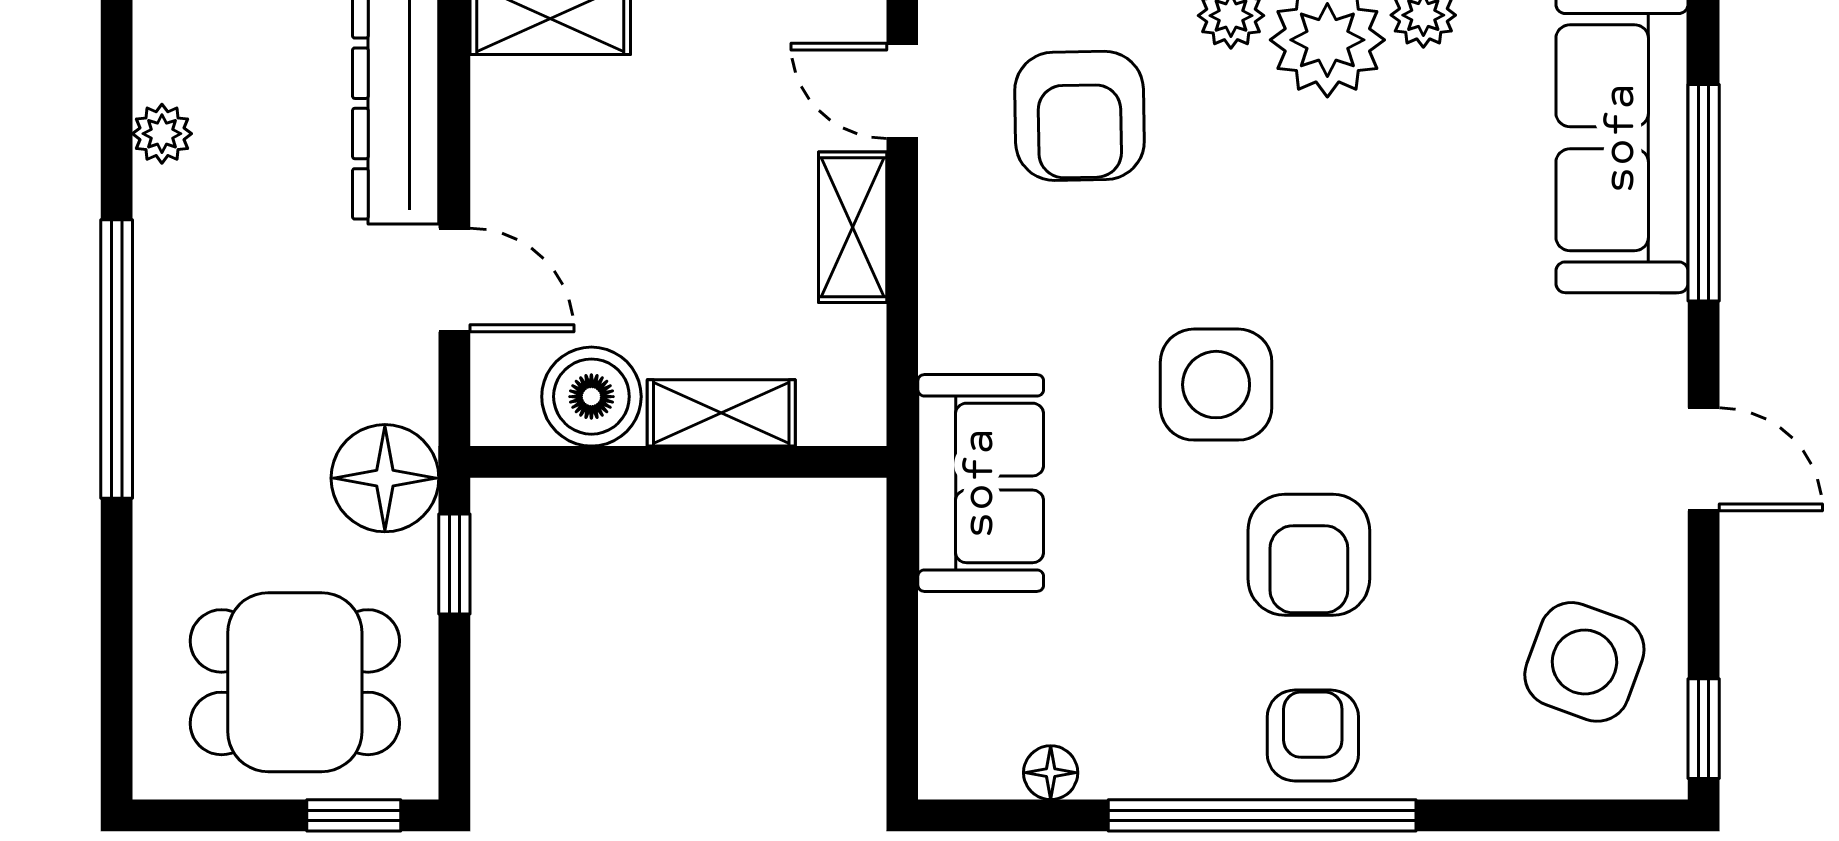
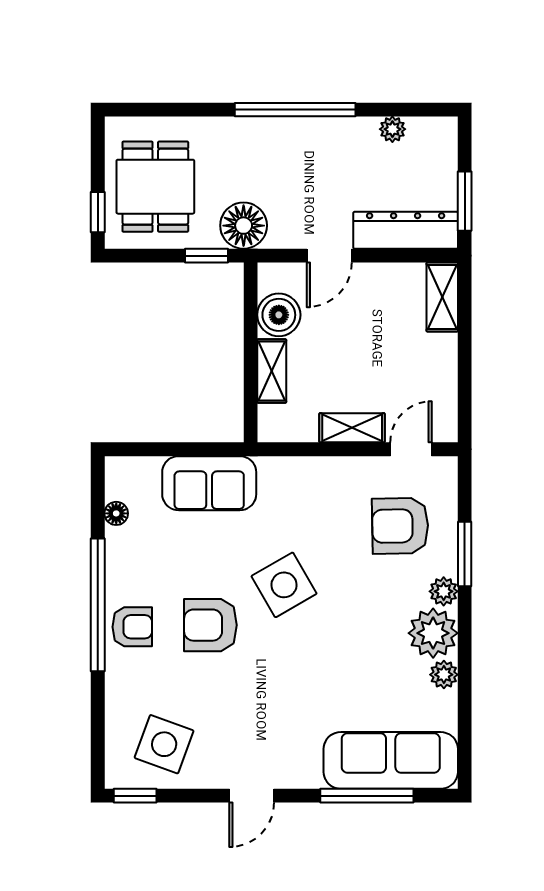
side table: (1216, 385) -> (284, 585), turned -30
sofa: (981, 483) -> (209, 483), moved

